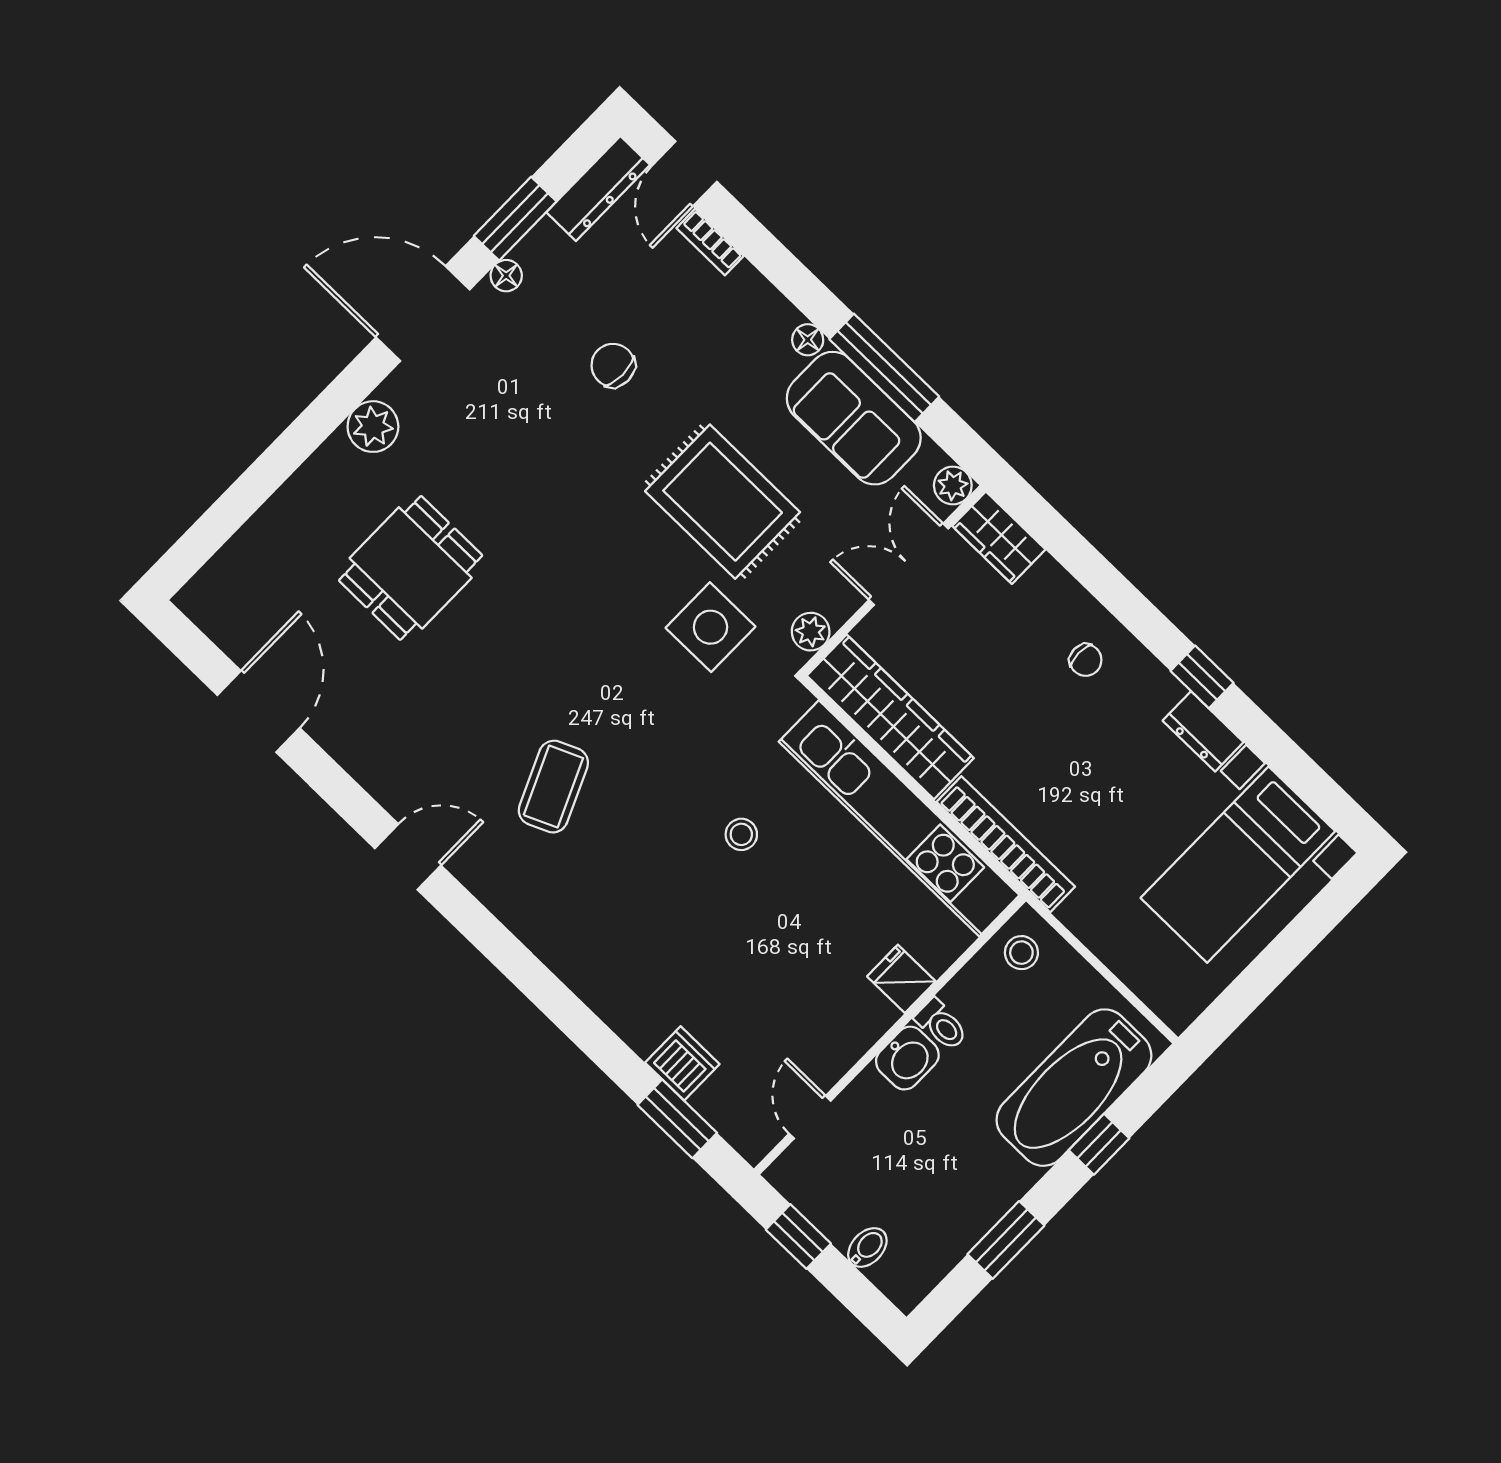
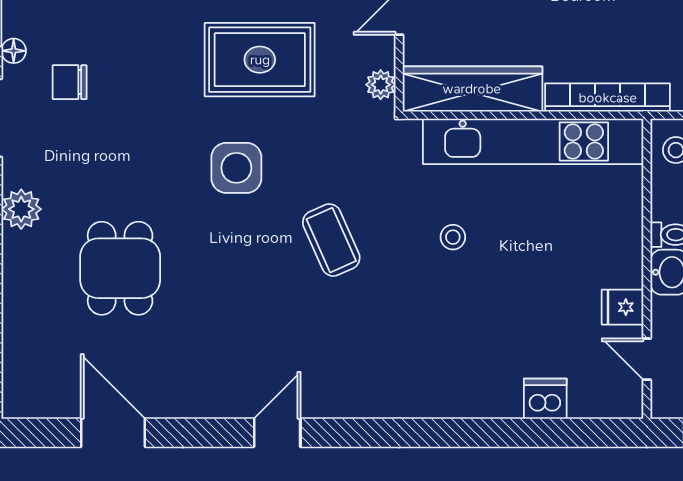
chair: (613, 365) -> (70, 82), moved
side table: (710, 627) -> (236, 168), moved
coffee table: (553, 787) -> (331, 240), moved
fridge: (901, 979) -> (623, 307), moved
window: (677, 1119) -> (573, 433), removed

